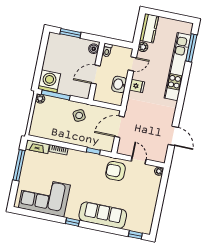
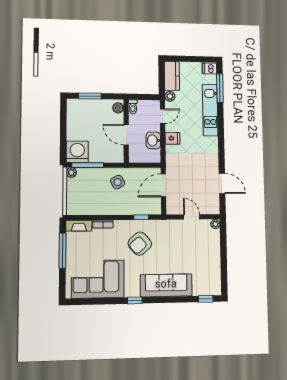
dishwasher: (186, 28) -> (209, 68), added
kitchen unit: (178, 67) -> (210, 110), width x0.73
door: (96, 75) -> (126, 135), hinge flipped
armchair: (115, 171) -> (140, 244), moved, turned -41

